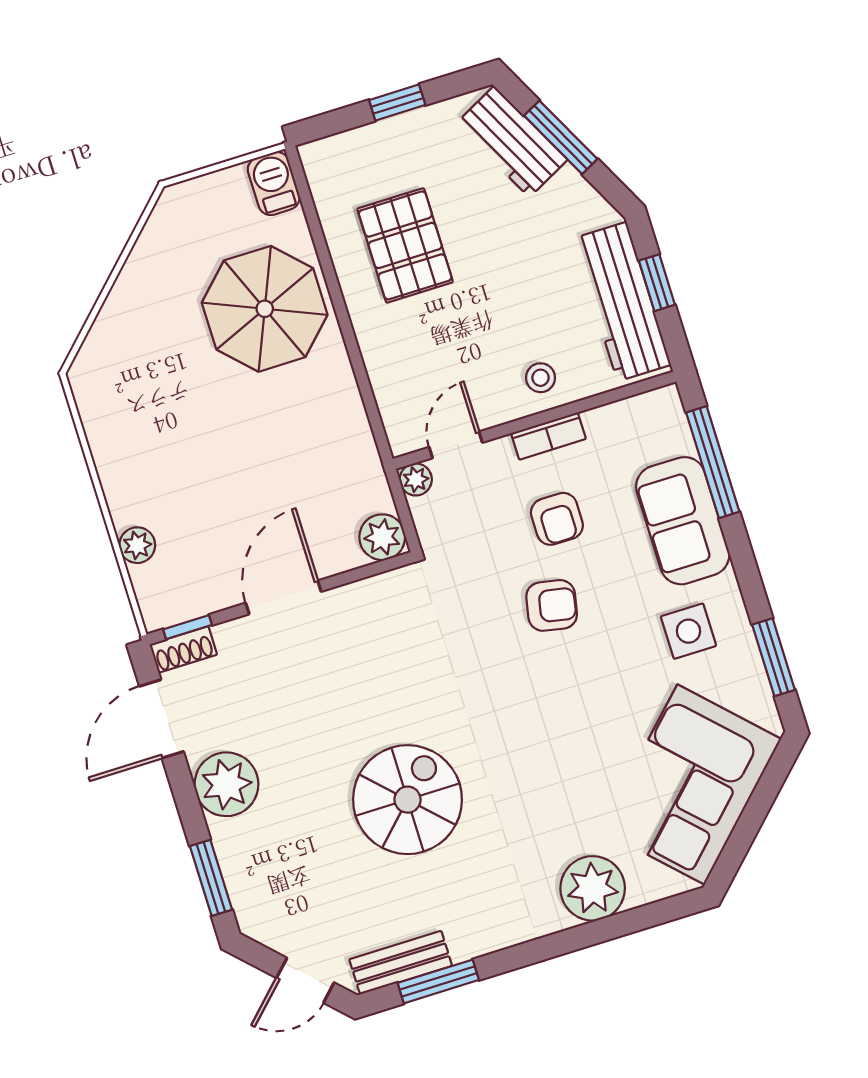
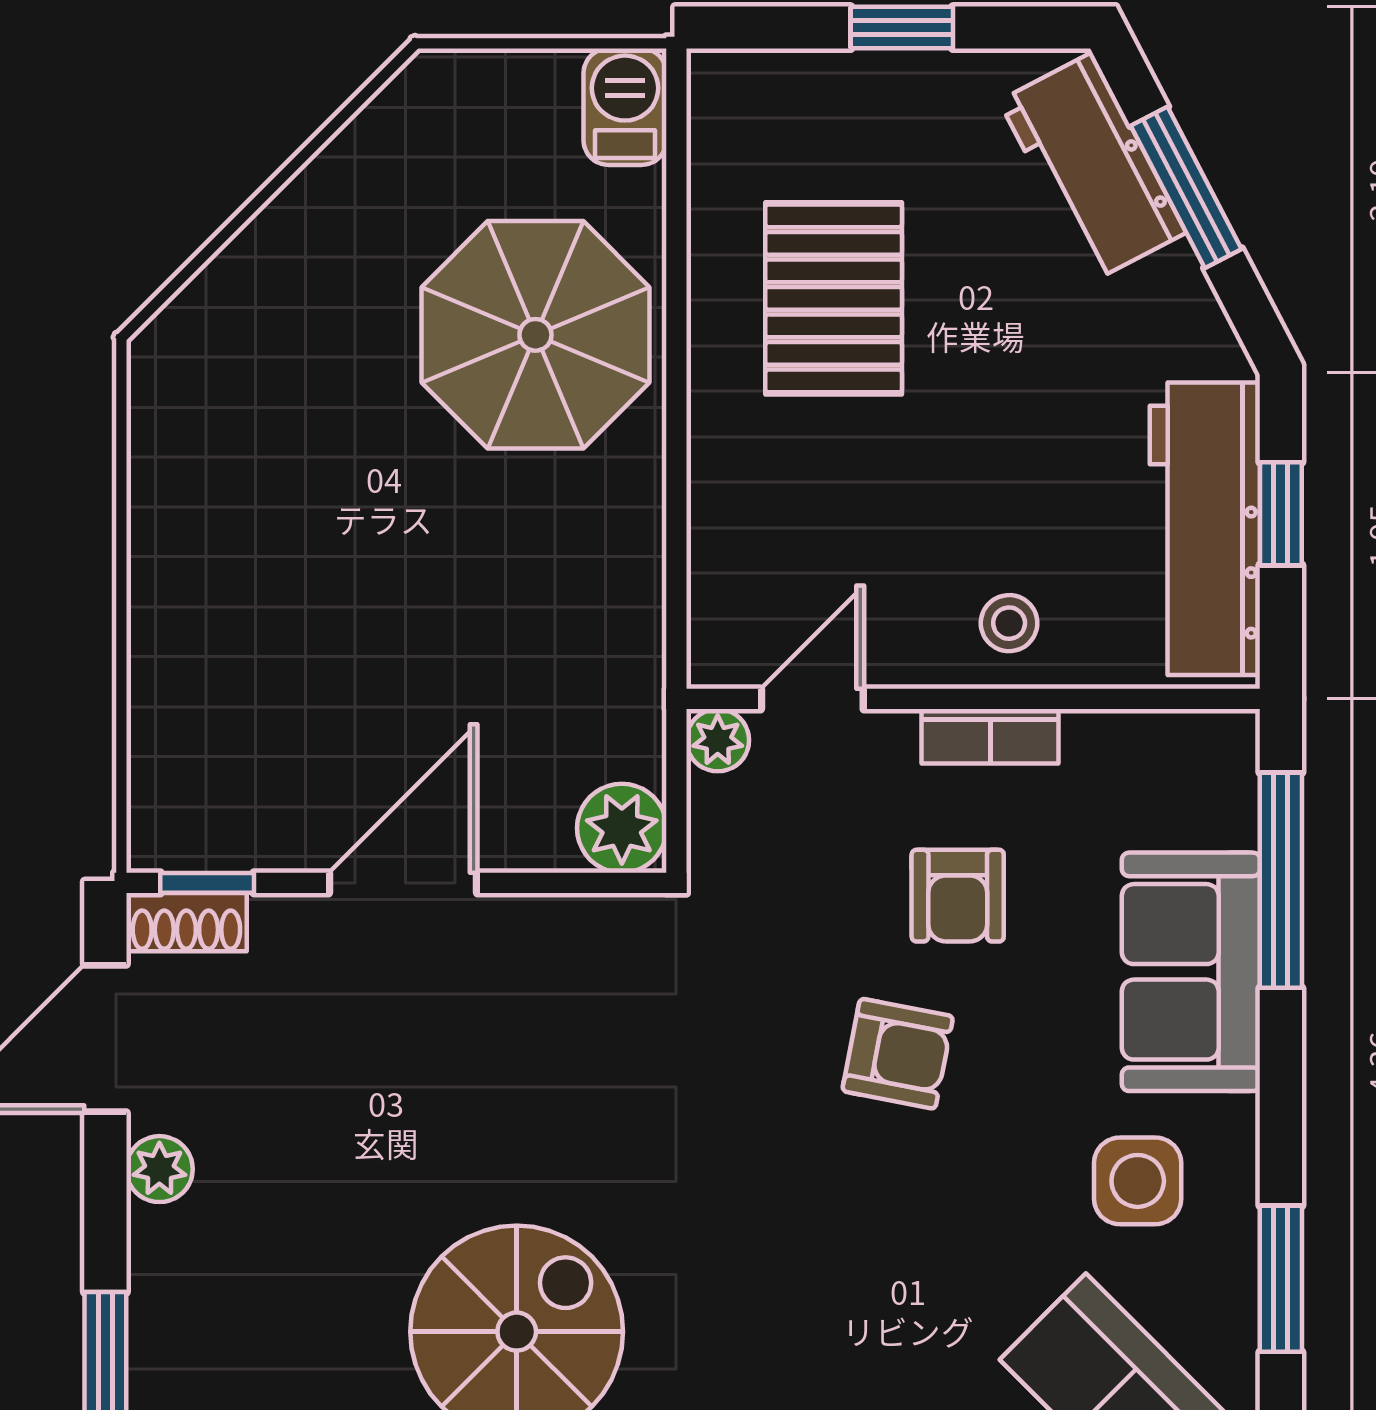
plant: (137, 545) -> (161, 701), removed
plant: (226, 784) -> (159, 1169), width x0.53, depth x0.53

